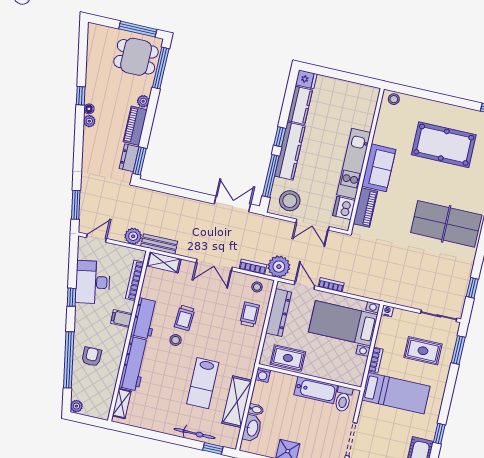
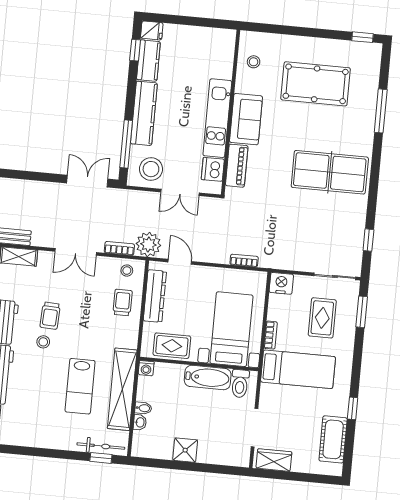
stool: (394, 99) -> (254, 62), moved
window: (280, 137) -> (135, 50), moved
bookcase: (331, 285) -> (244, 261), moved
nightstand: (387, 311) -> (281, 283), width x1.89, depth x1.79
bed with nightstands: (343, 323) -> (231, 329), moved, turned 90
rug: (423, 351) -> (322, 318), turned 90
shelving: (237, 402) -> (122, 389), width x1.47
washbasin: (252, 428) -> (140, 422), width x0.52, depth x0.69
bicycle: (195, 433) -> (101, 446), moved

